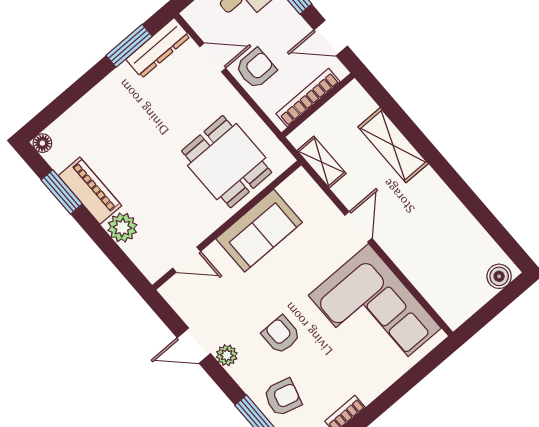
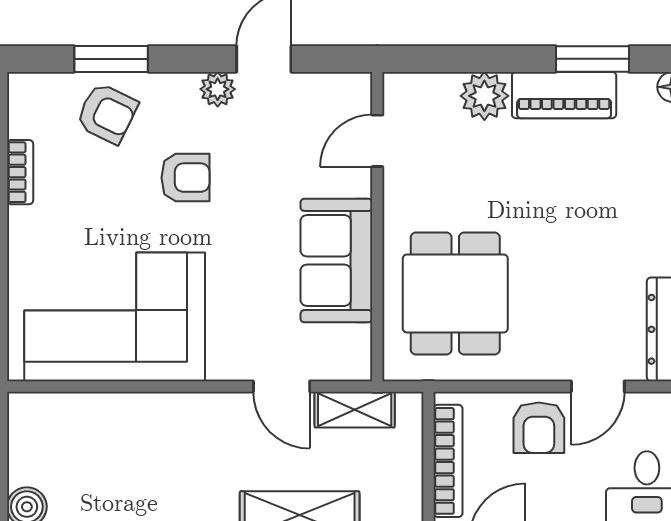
dining table: (227, 162) -> (455, 294), turned 90
door: (358, 227) -> (282, 386), moved
armchair: (283, 397) -> (107, 113), turned -80

